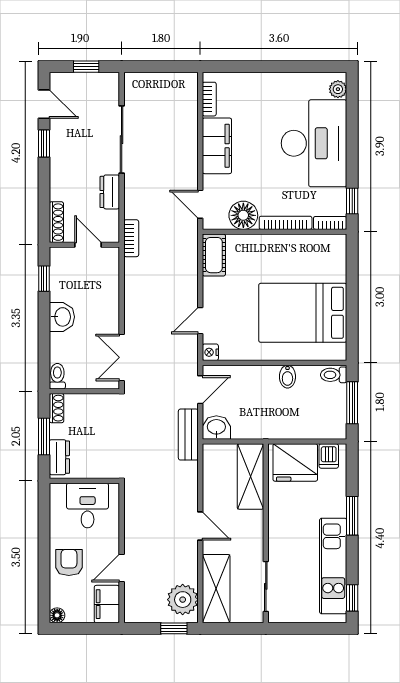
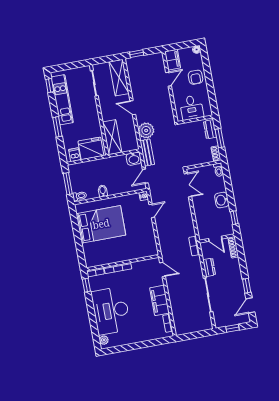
door: (44, 104) -> (250, 305), hinge flipped
floor lamp: (243, 215) -> (140, 268), removed
cot: (214, 255) -> (151, 245), removed
plant: (183, 600) -> (146, 130), moved

